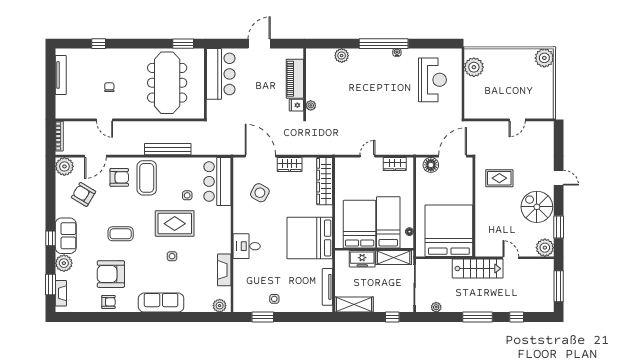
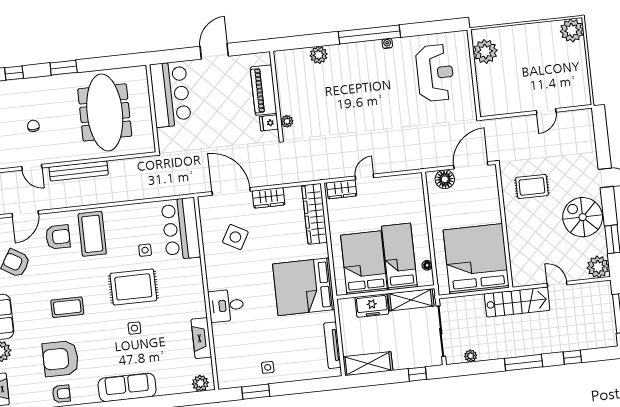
window: (183, 44) -> (64, 68), moved
bench: (168, 149) -> (79, 171), moved
wardrobe: (395, 164) -> (342, 189), moved

